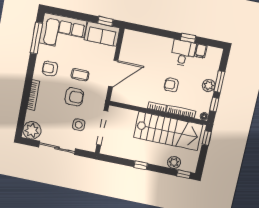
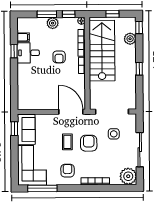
armchair: (50, 69) -> (68, 171), turned 180
door: (113, 73) -> (71, 112), moved
window: (207, 138) -> (112, 14), moved

